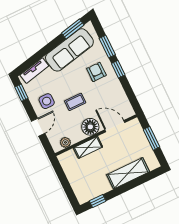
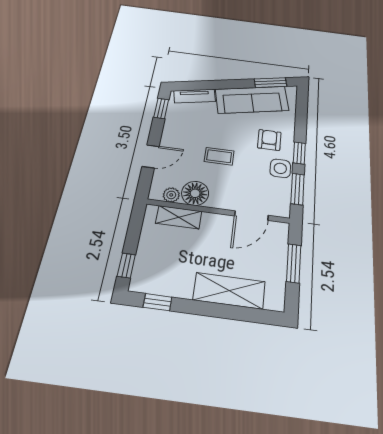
window: (107, 46) -> (297, 189), moved
side table: (47, 101) -> (280, 168), moved
door: (115, 126) -> (252, 216), swing flipped
floor lamp: (90, 127) -> (195, 193), moved
shelving: (88, 147) -> (179, 217), moved
window: (70, 194) -> (126, 266), added

